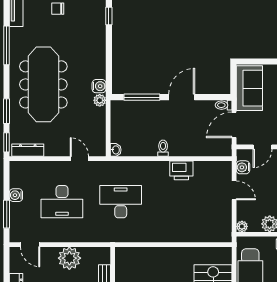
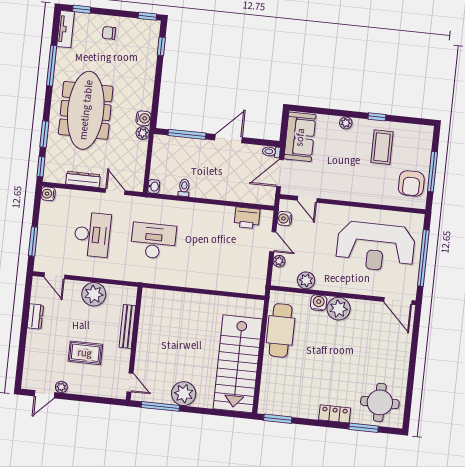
door: (262, 147) -> (307, 199), hinge flipped
toilet: (163, 148) -> (184, 188), moved
dresser: (28, 150) -> (83, 179), moved
printer: (181, 170) -> (247, 218), moved
water cooler: (16, 195) -> (48, 194), moved
desk: (62, 202) -> (92, 235), turned -90
plant: (242, 226) -> (279, 261), moved

